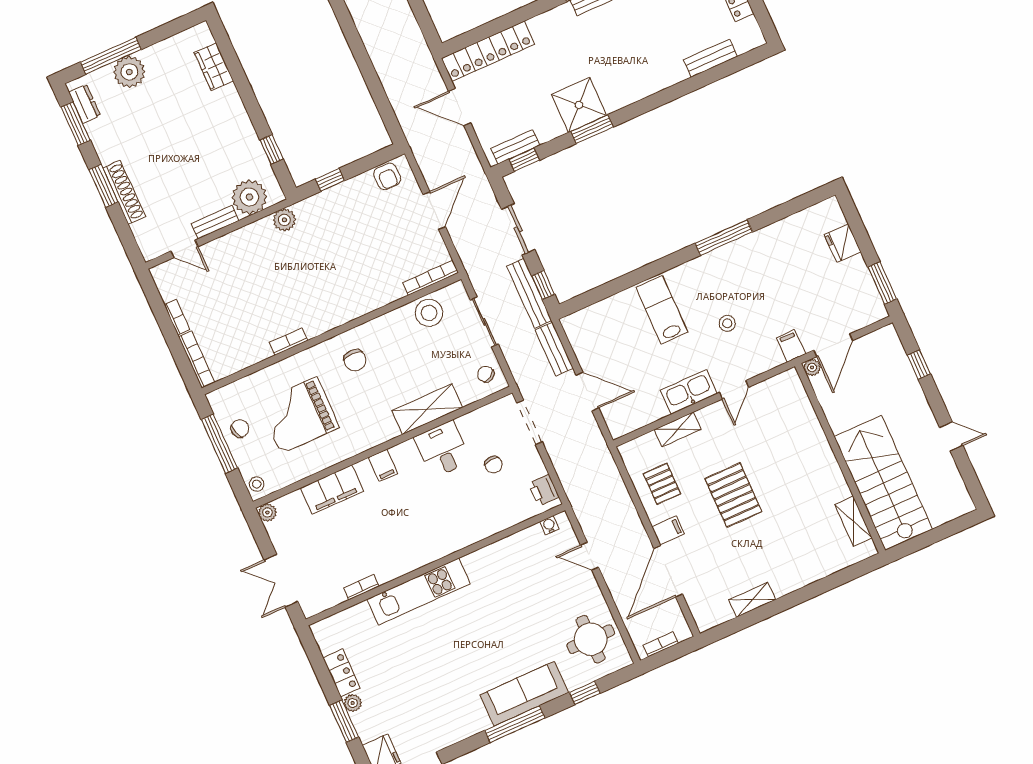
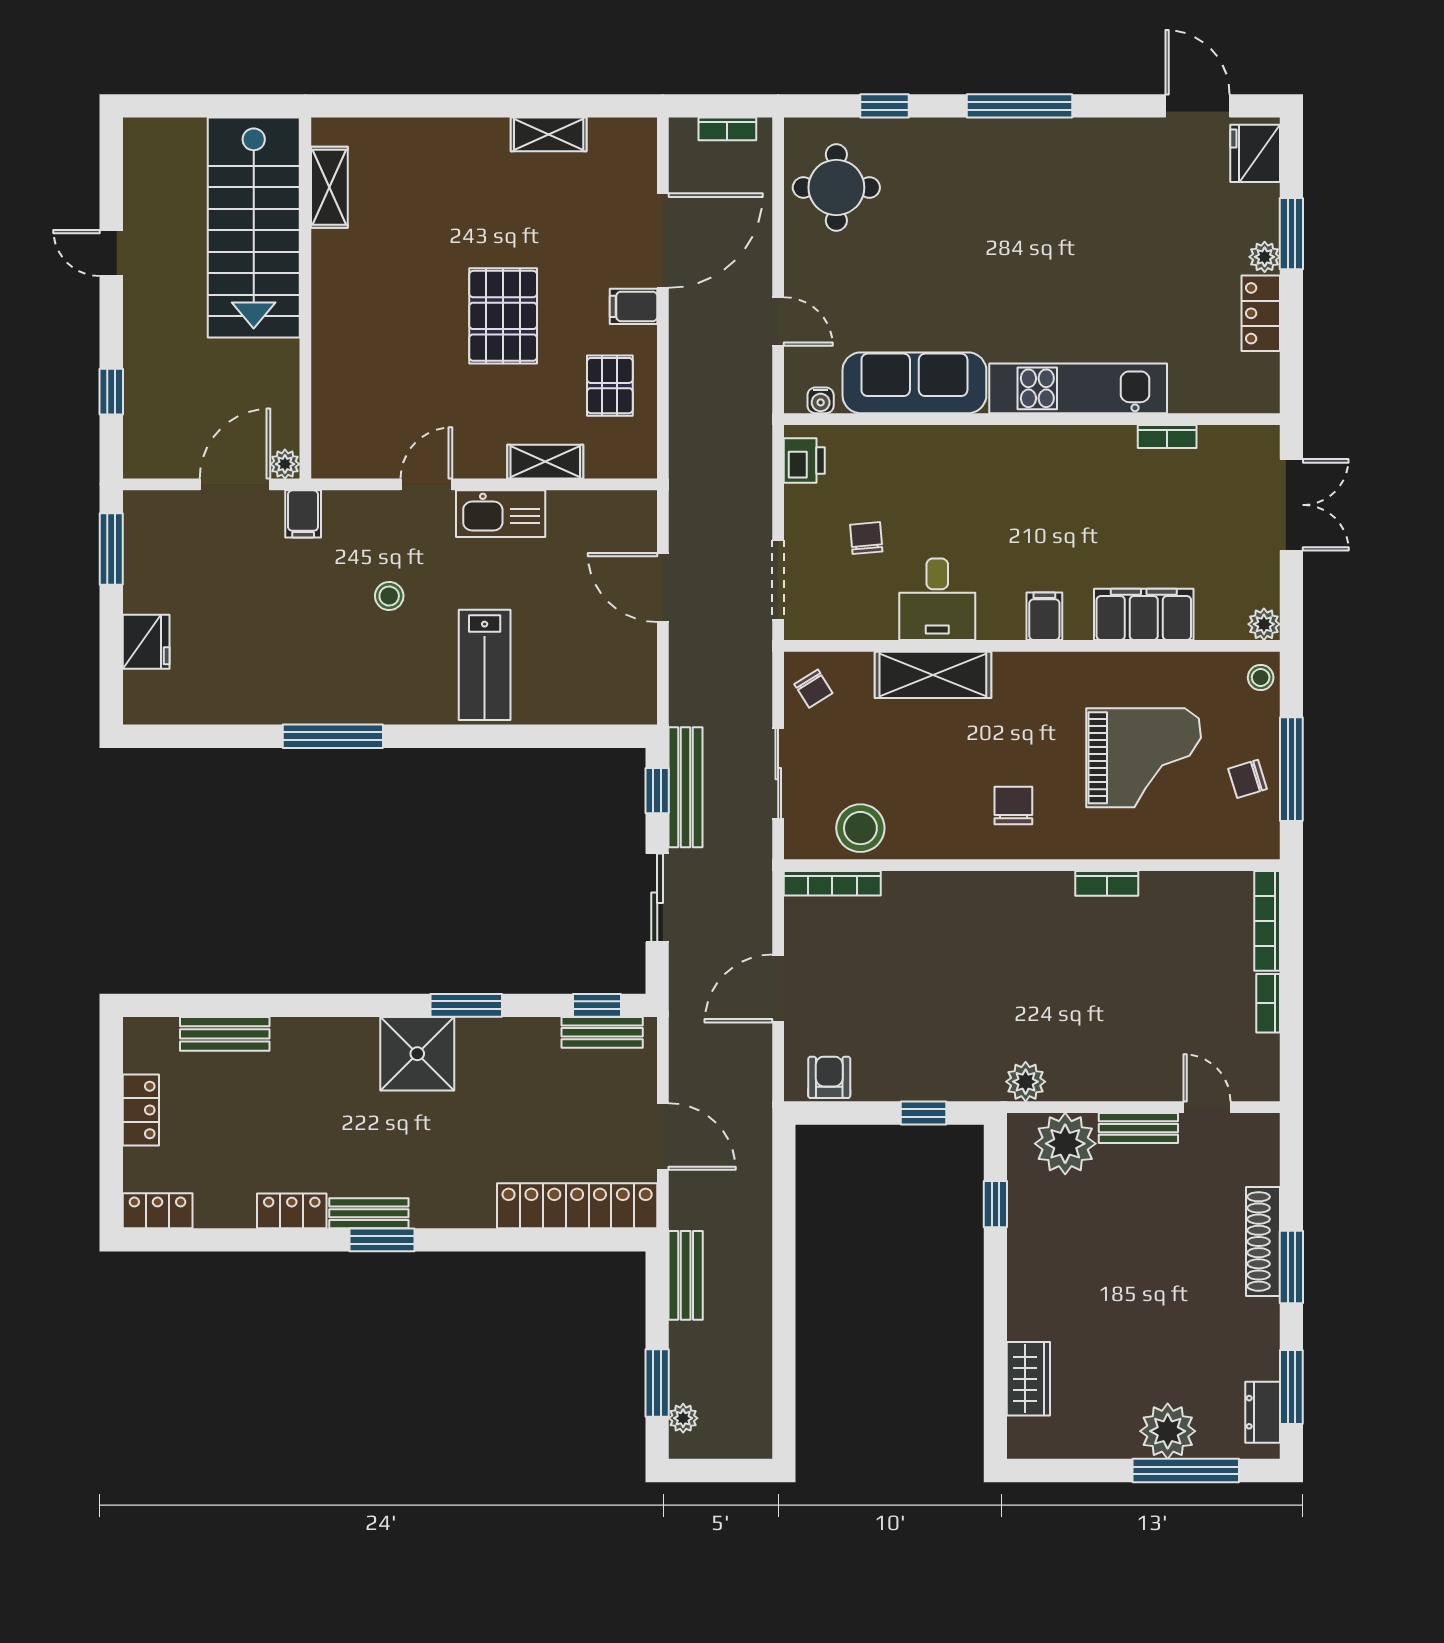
shower: (579, 105) -> (417, 1054), moved
bench: (554, 349) -> (686, 1275), moved
sofa: (524, 694) -> (914, 383), moved, turned 180

